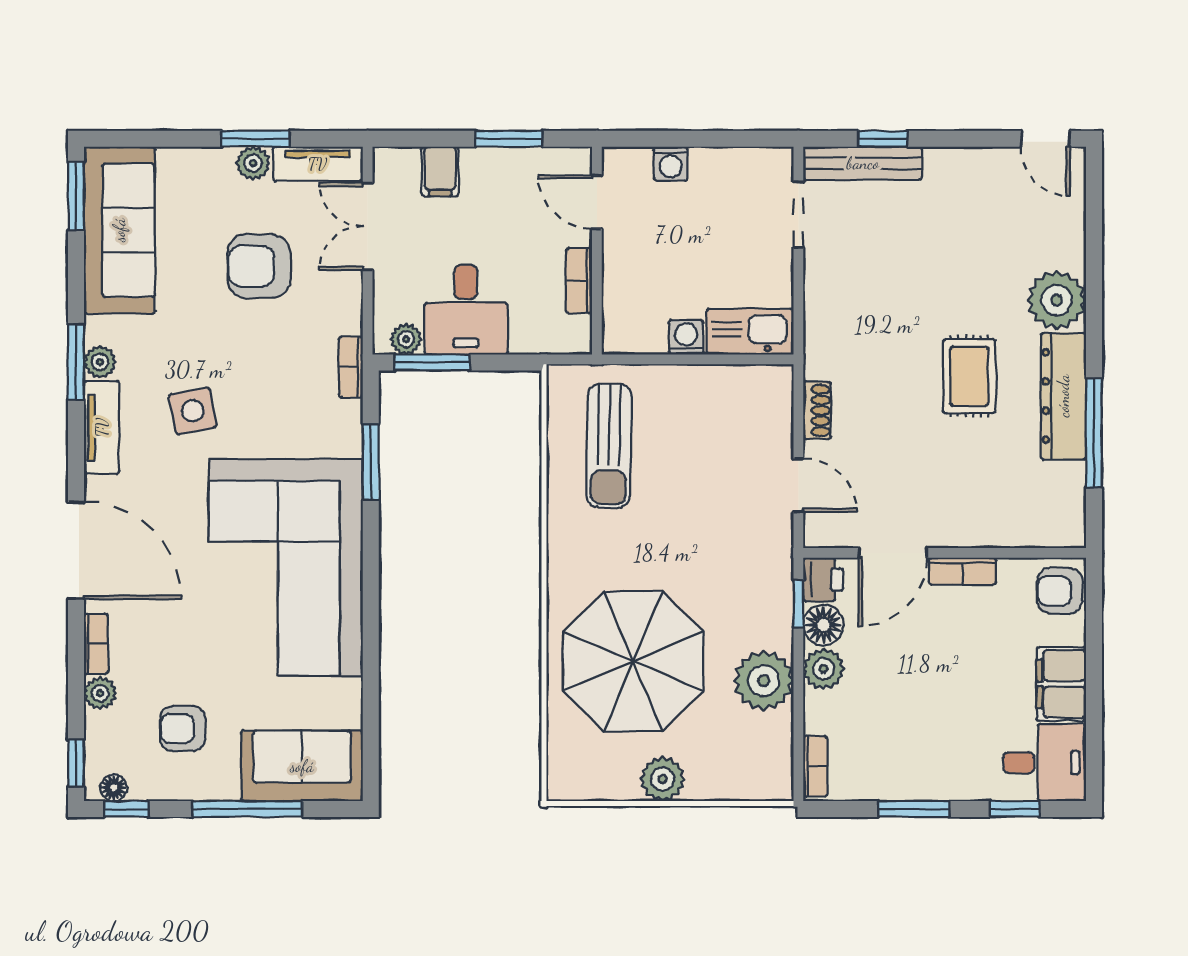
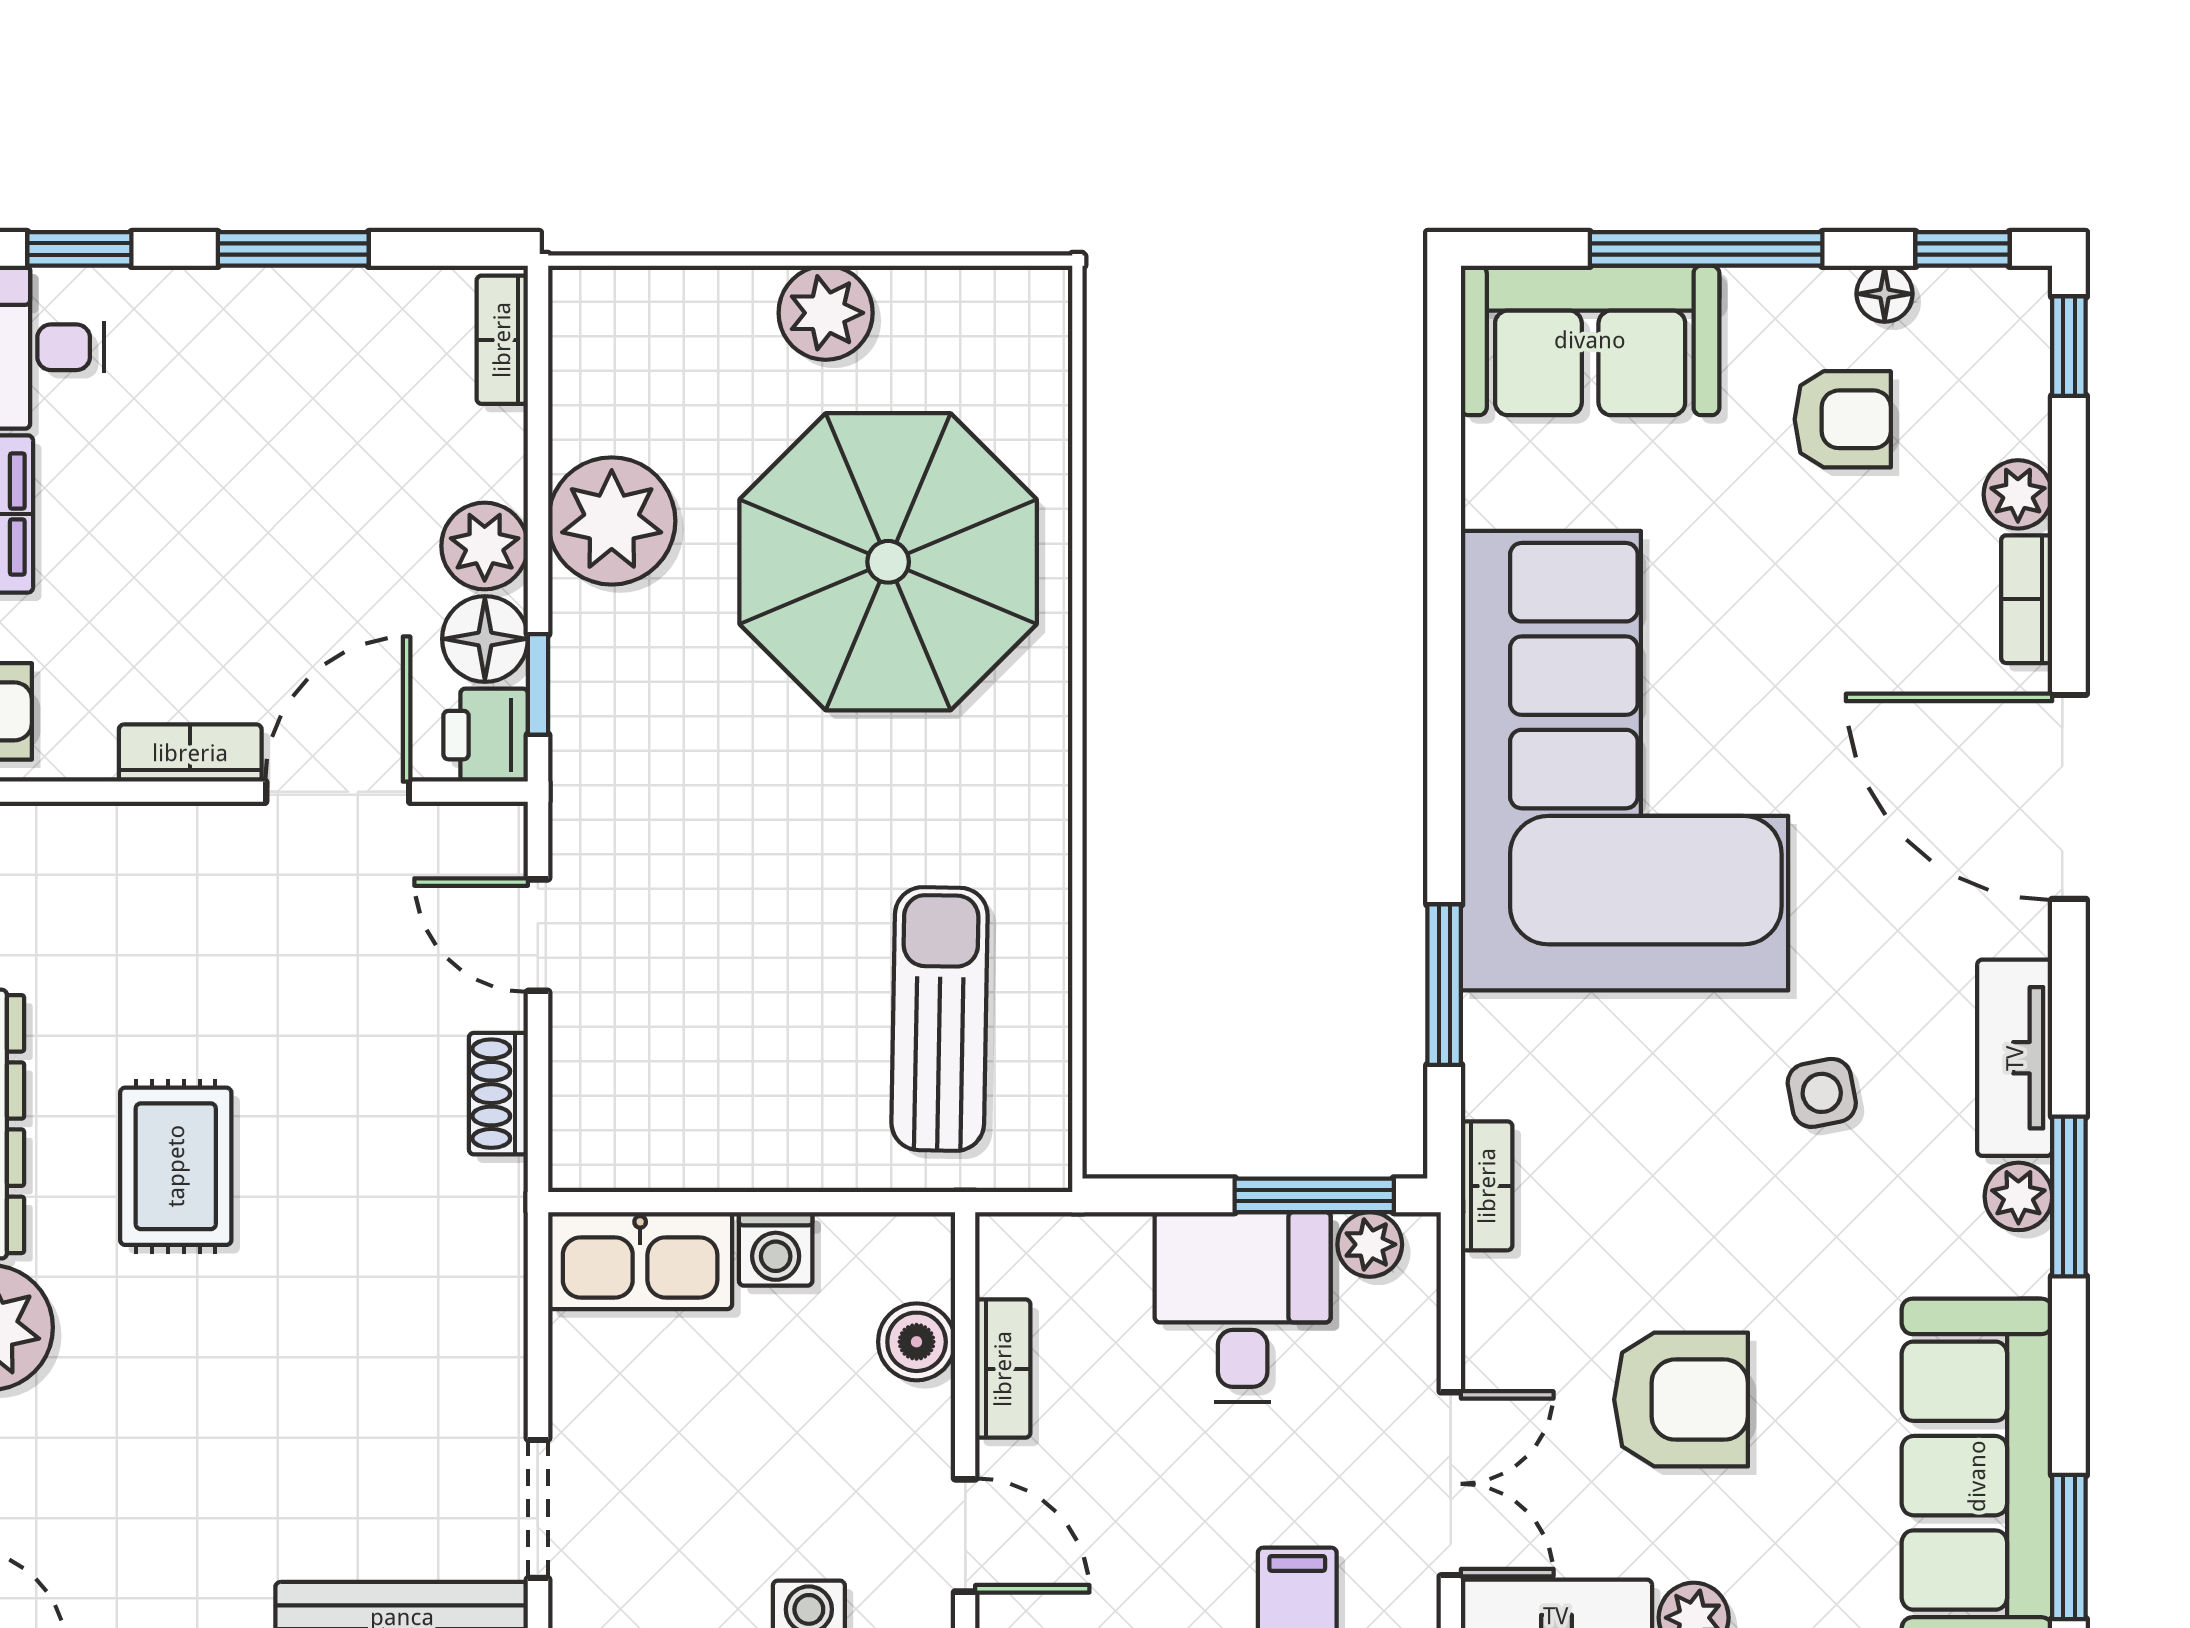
boiler: (620, 293) -> (917, 1342), added
side table: (193, 411) -> (1822, 1093), width x0.73, depth x0.73
floor lamp: (114, 788) -> (1885, 294), moved

